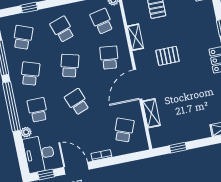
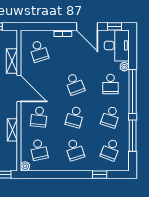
door: (138, 84) -> (19, 88), hinge flipped
school desk: (124, 130) -> (39, 51), turned -39

